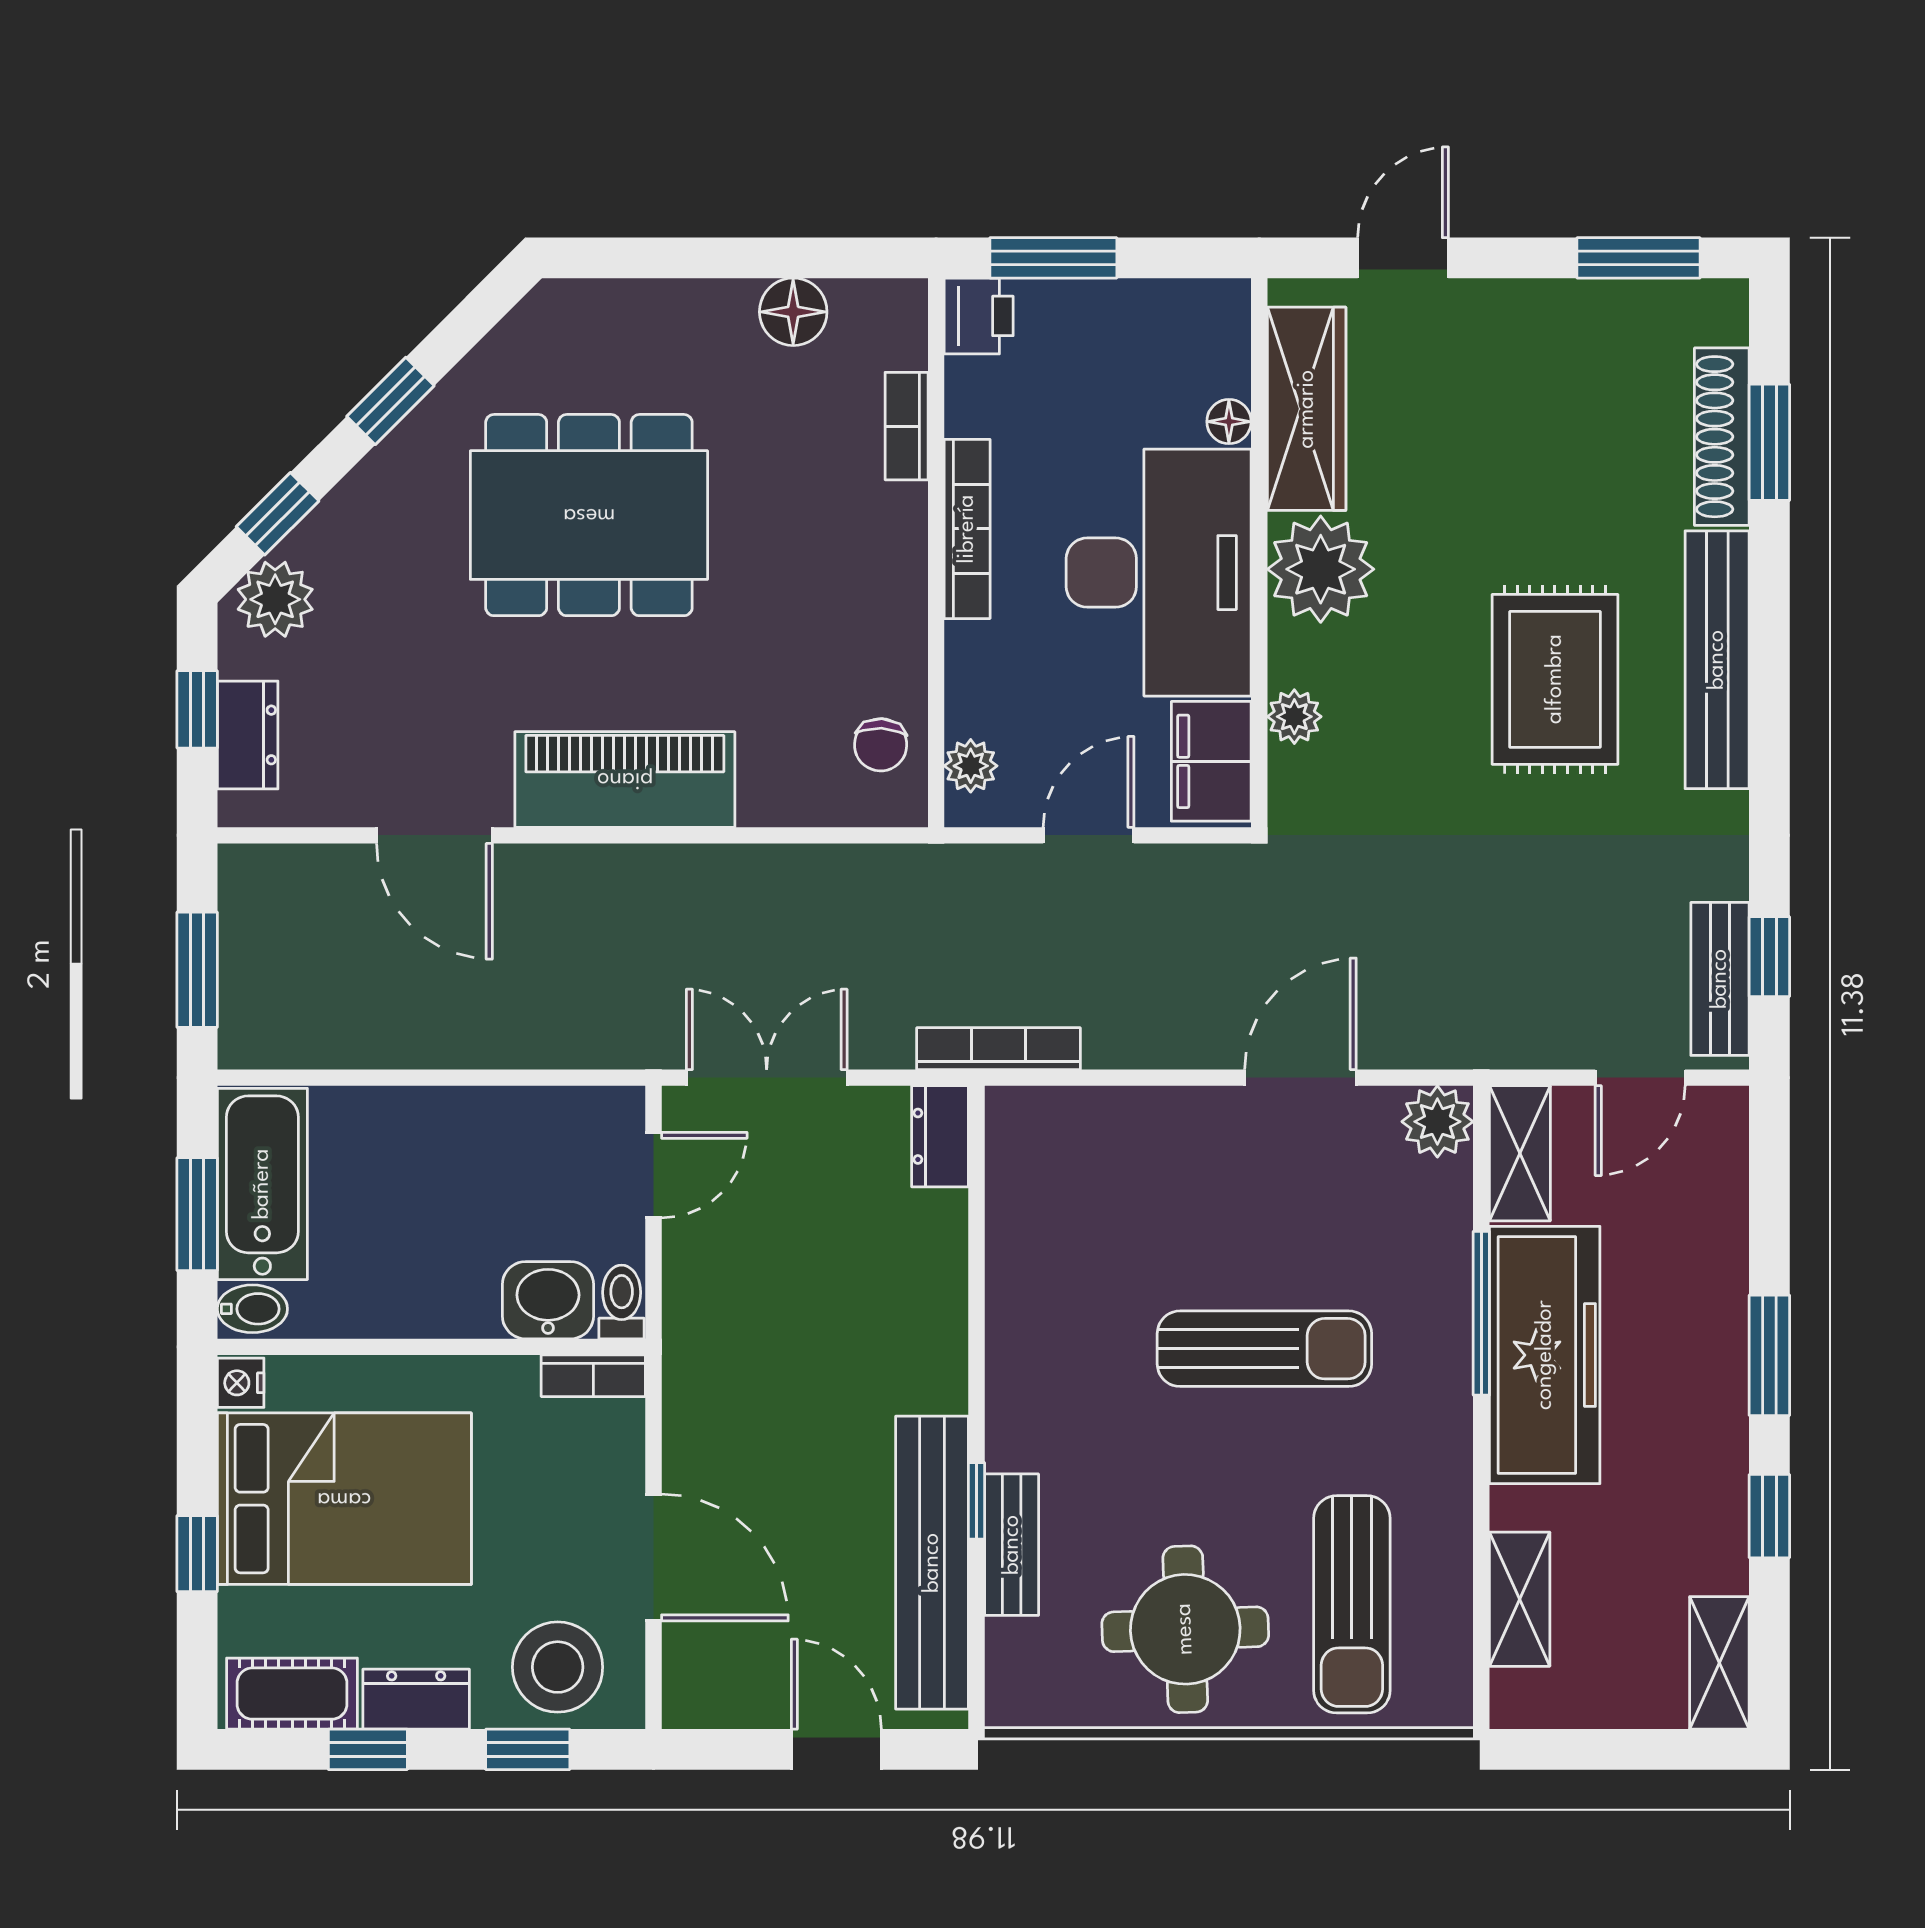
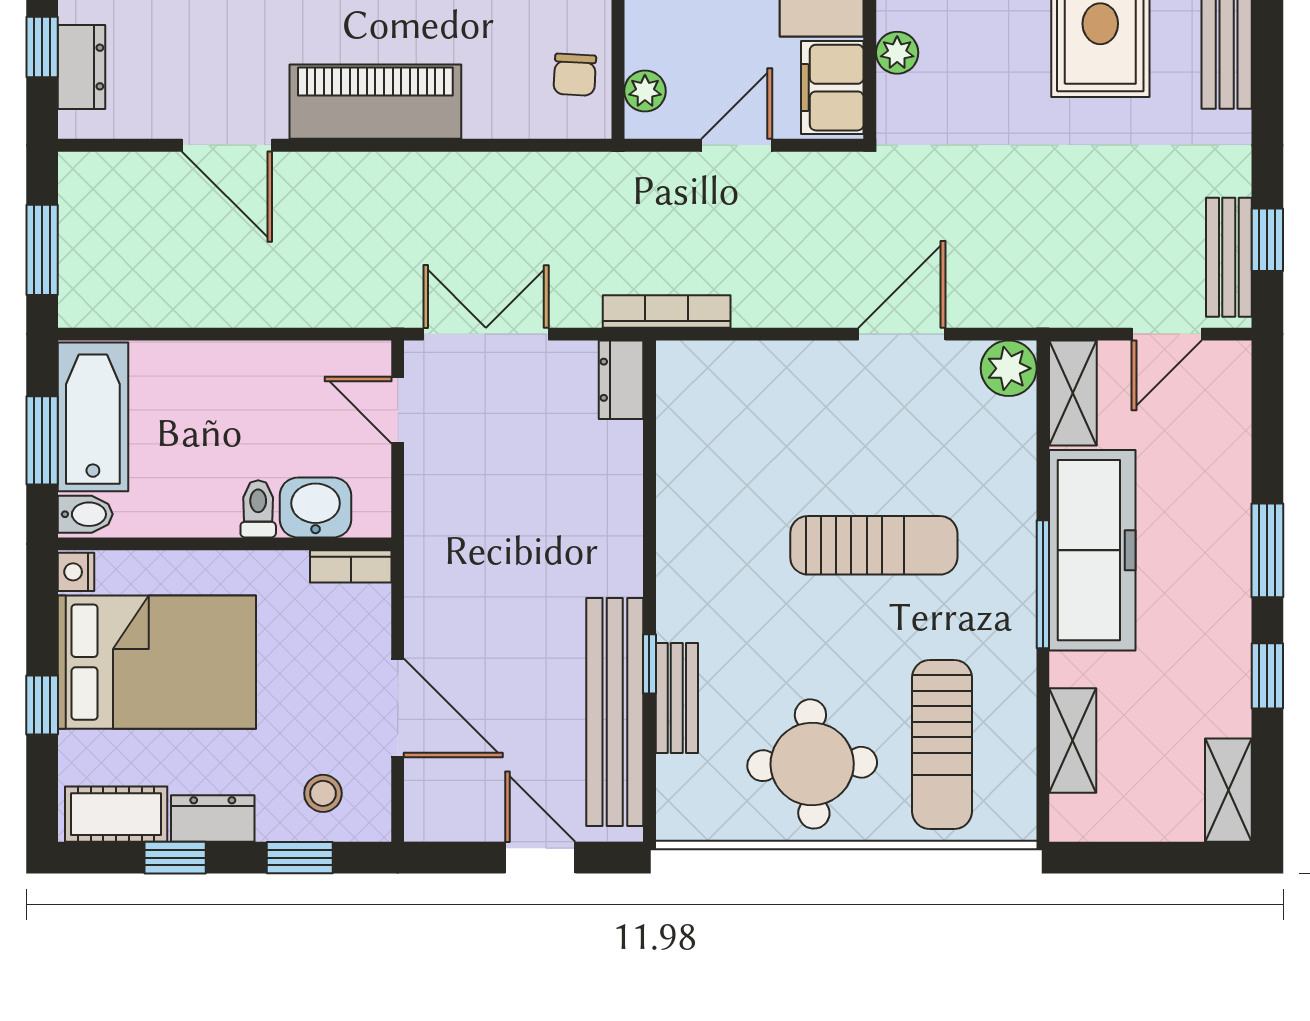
door: (653, 1175) -> (398, 410), swing flipped
toilet: (622, 1302) -> (258, 509), moved
window: (1481, 1313) -> (1043, 584), moved
stool: (558, 1667) -> (323, 793), width x0.53, depth x0.53

